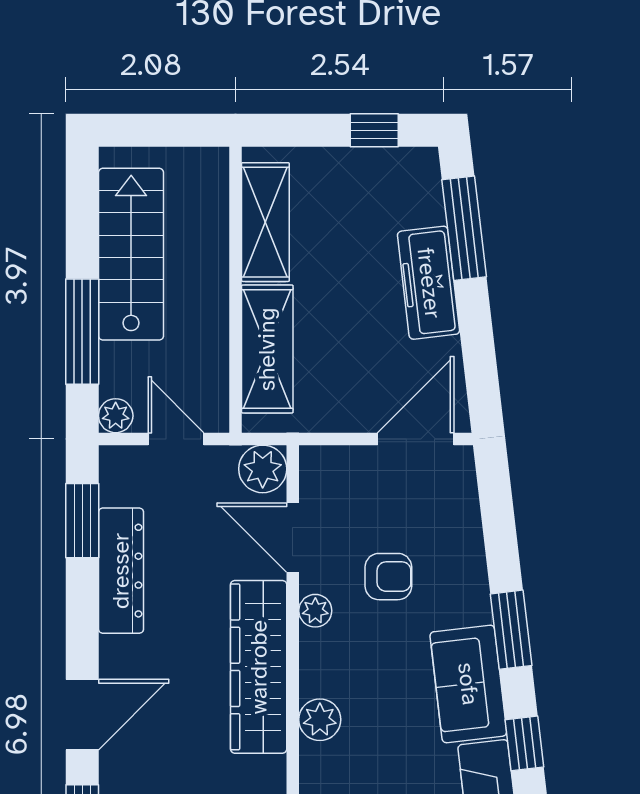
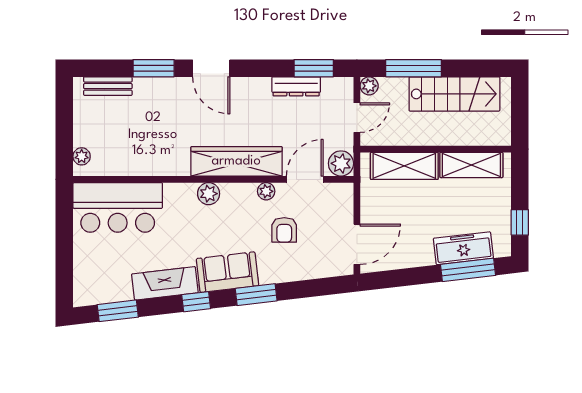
freezer: (429, 283) -> (463, 248), moved
door: (416, 439) -> (357, 244), hinge flipped
dresser: (121, 571) -> (296, 86), width x0.73, depth x0.80

